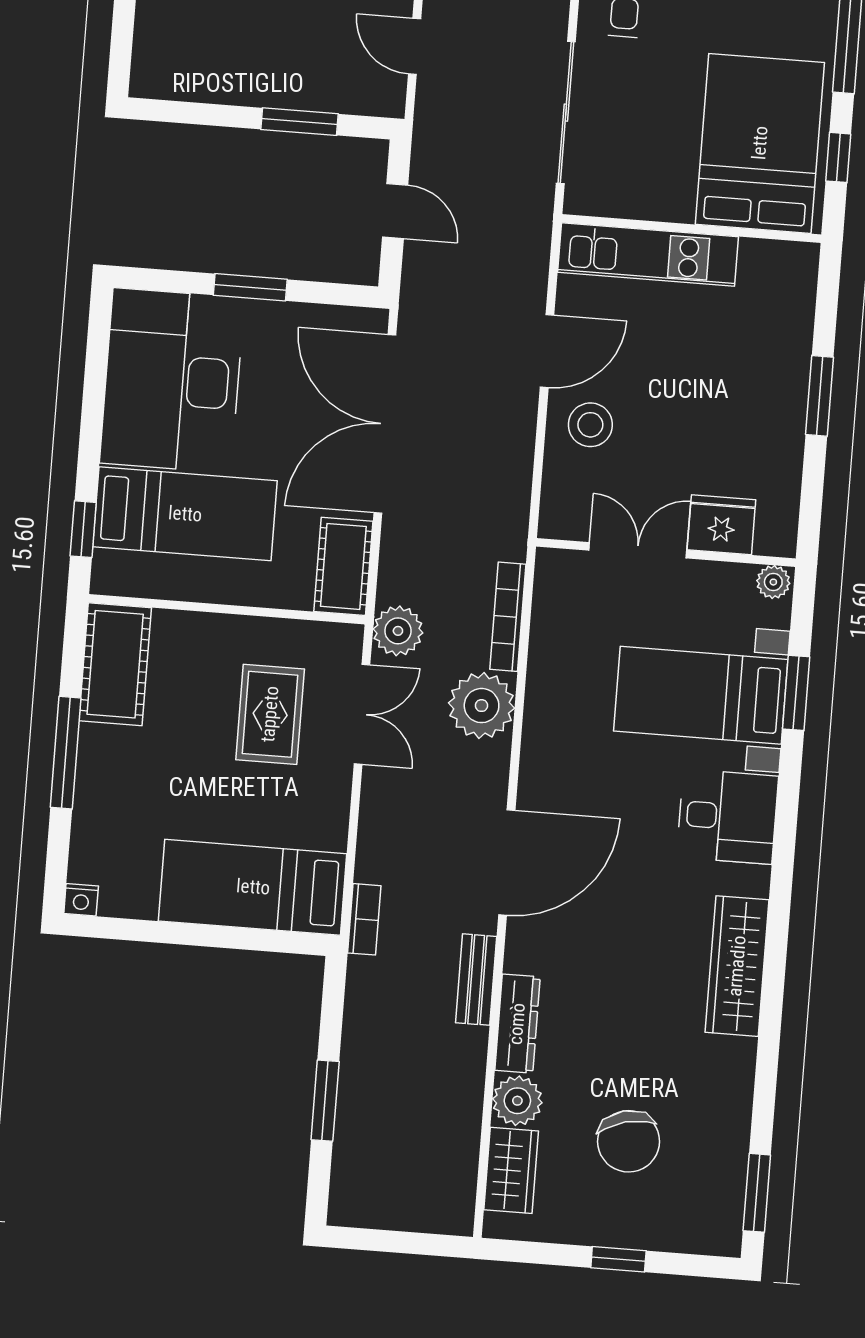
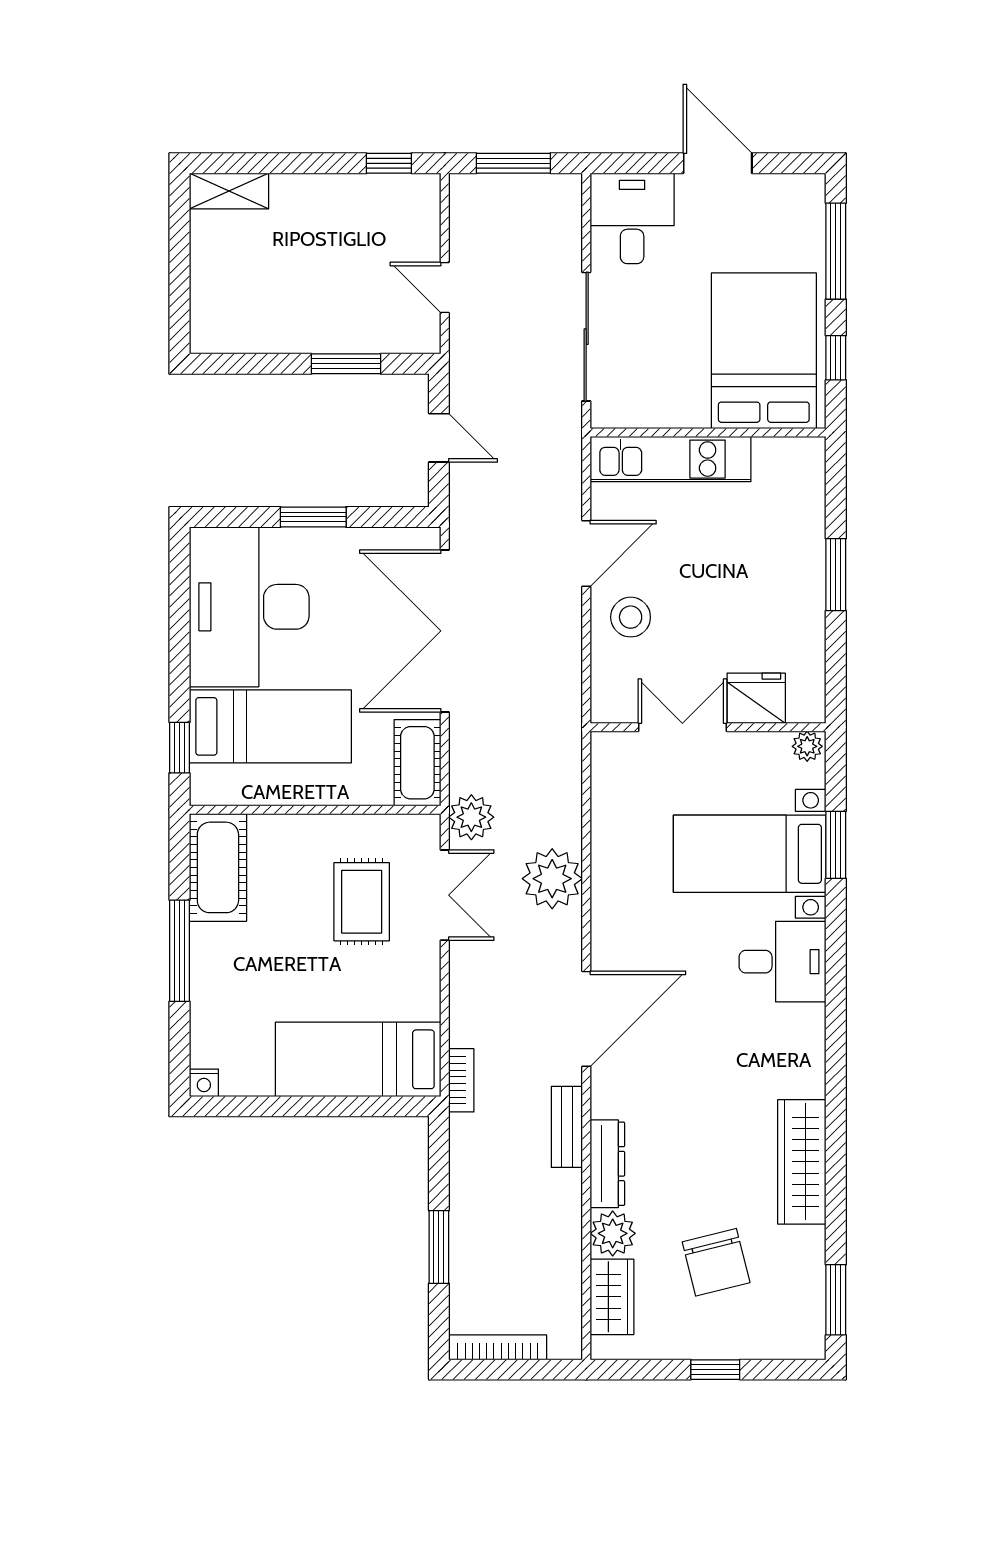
bookcase: (508, 617) -> (498, 1347), moved, turned 90
wardrobe: (737, 966) -> (802, 1162), moved

